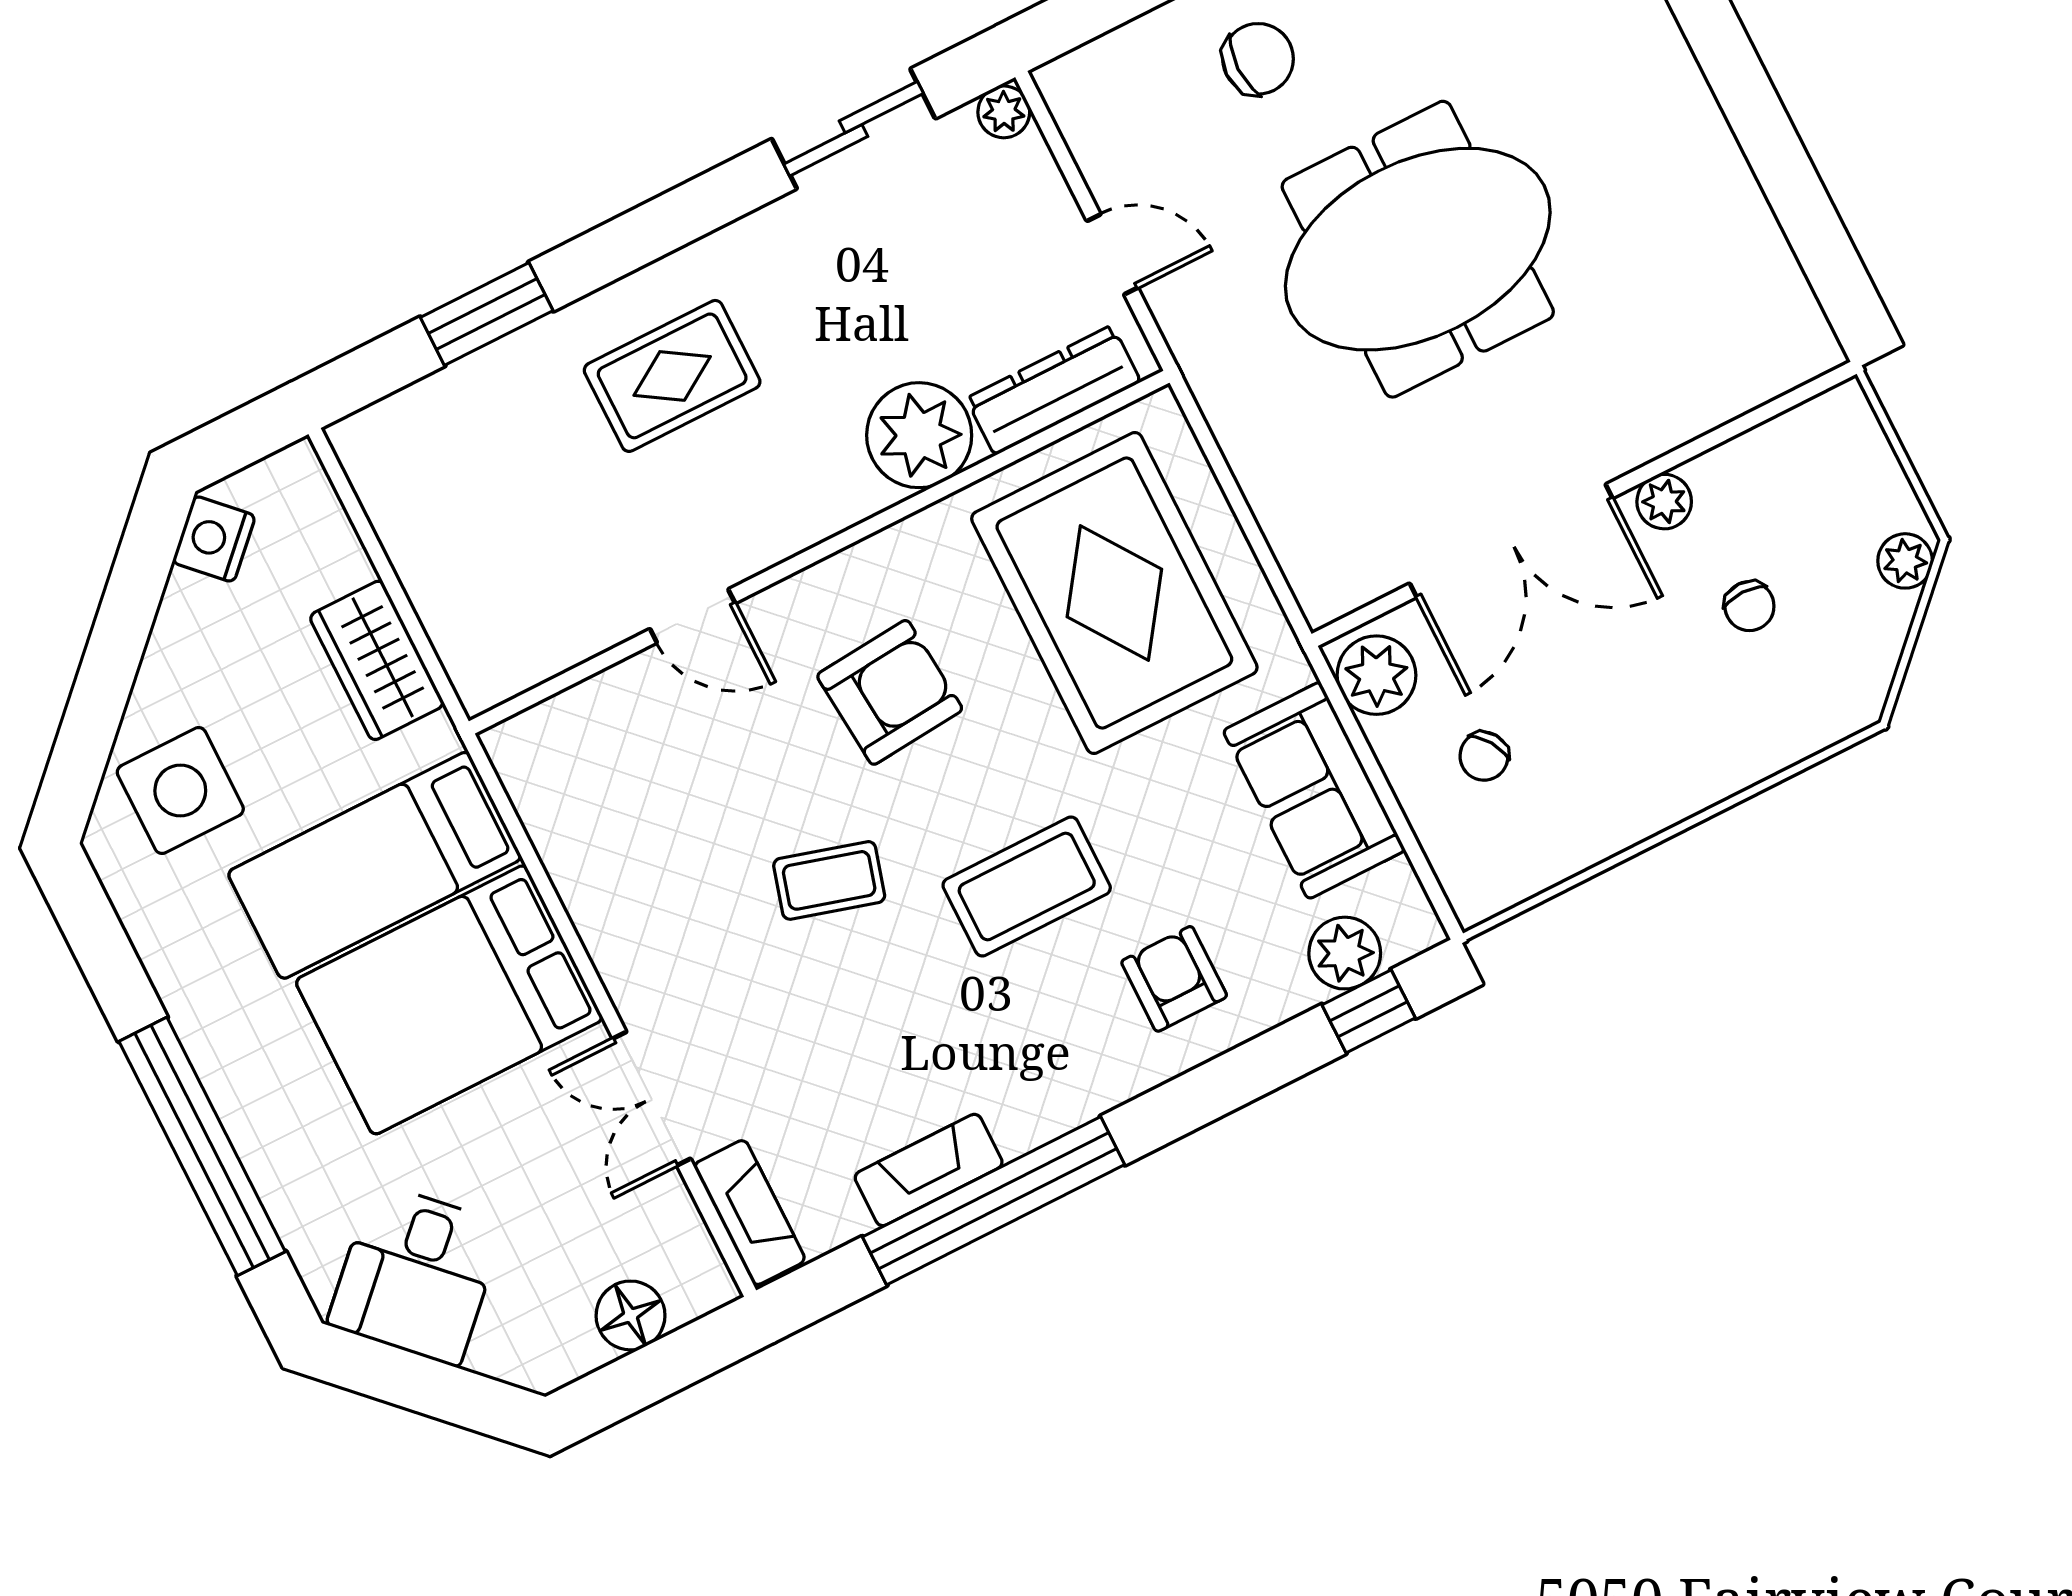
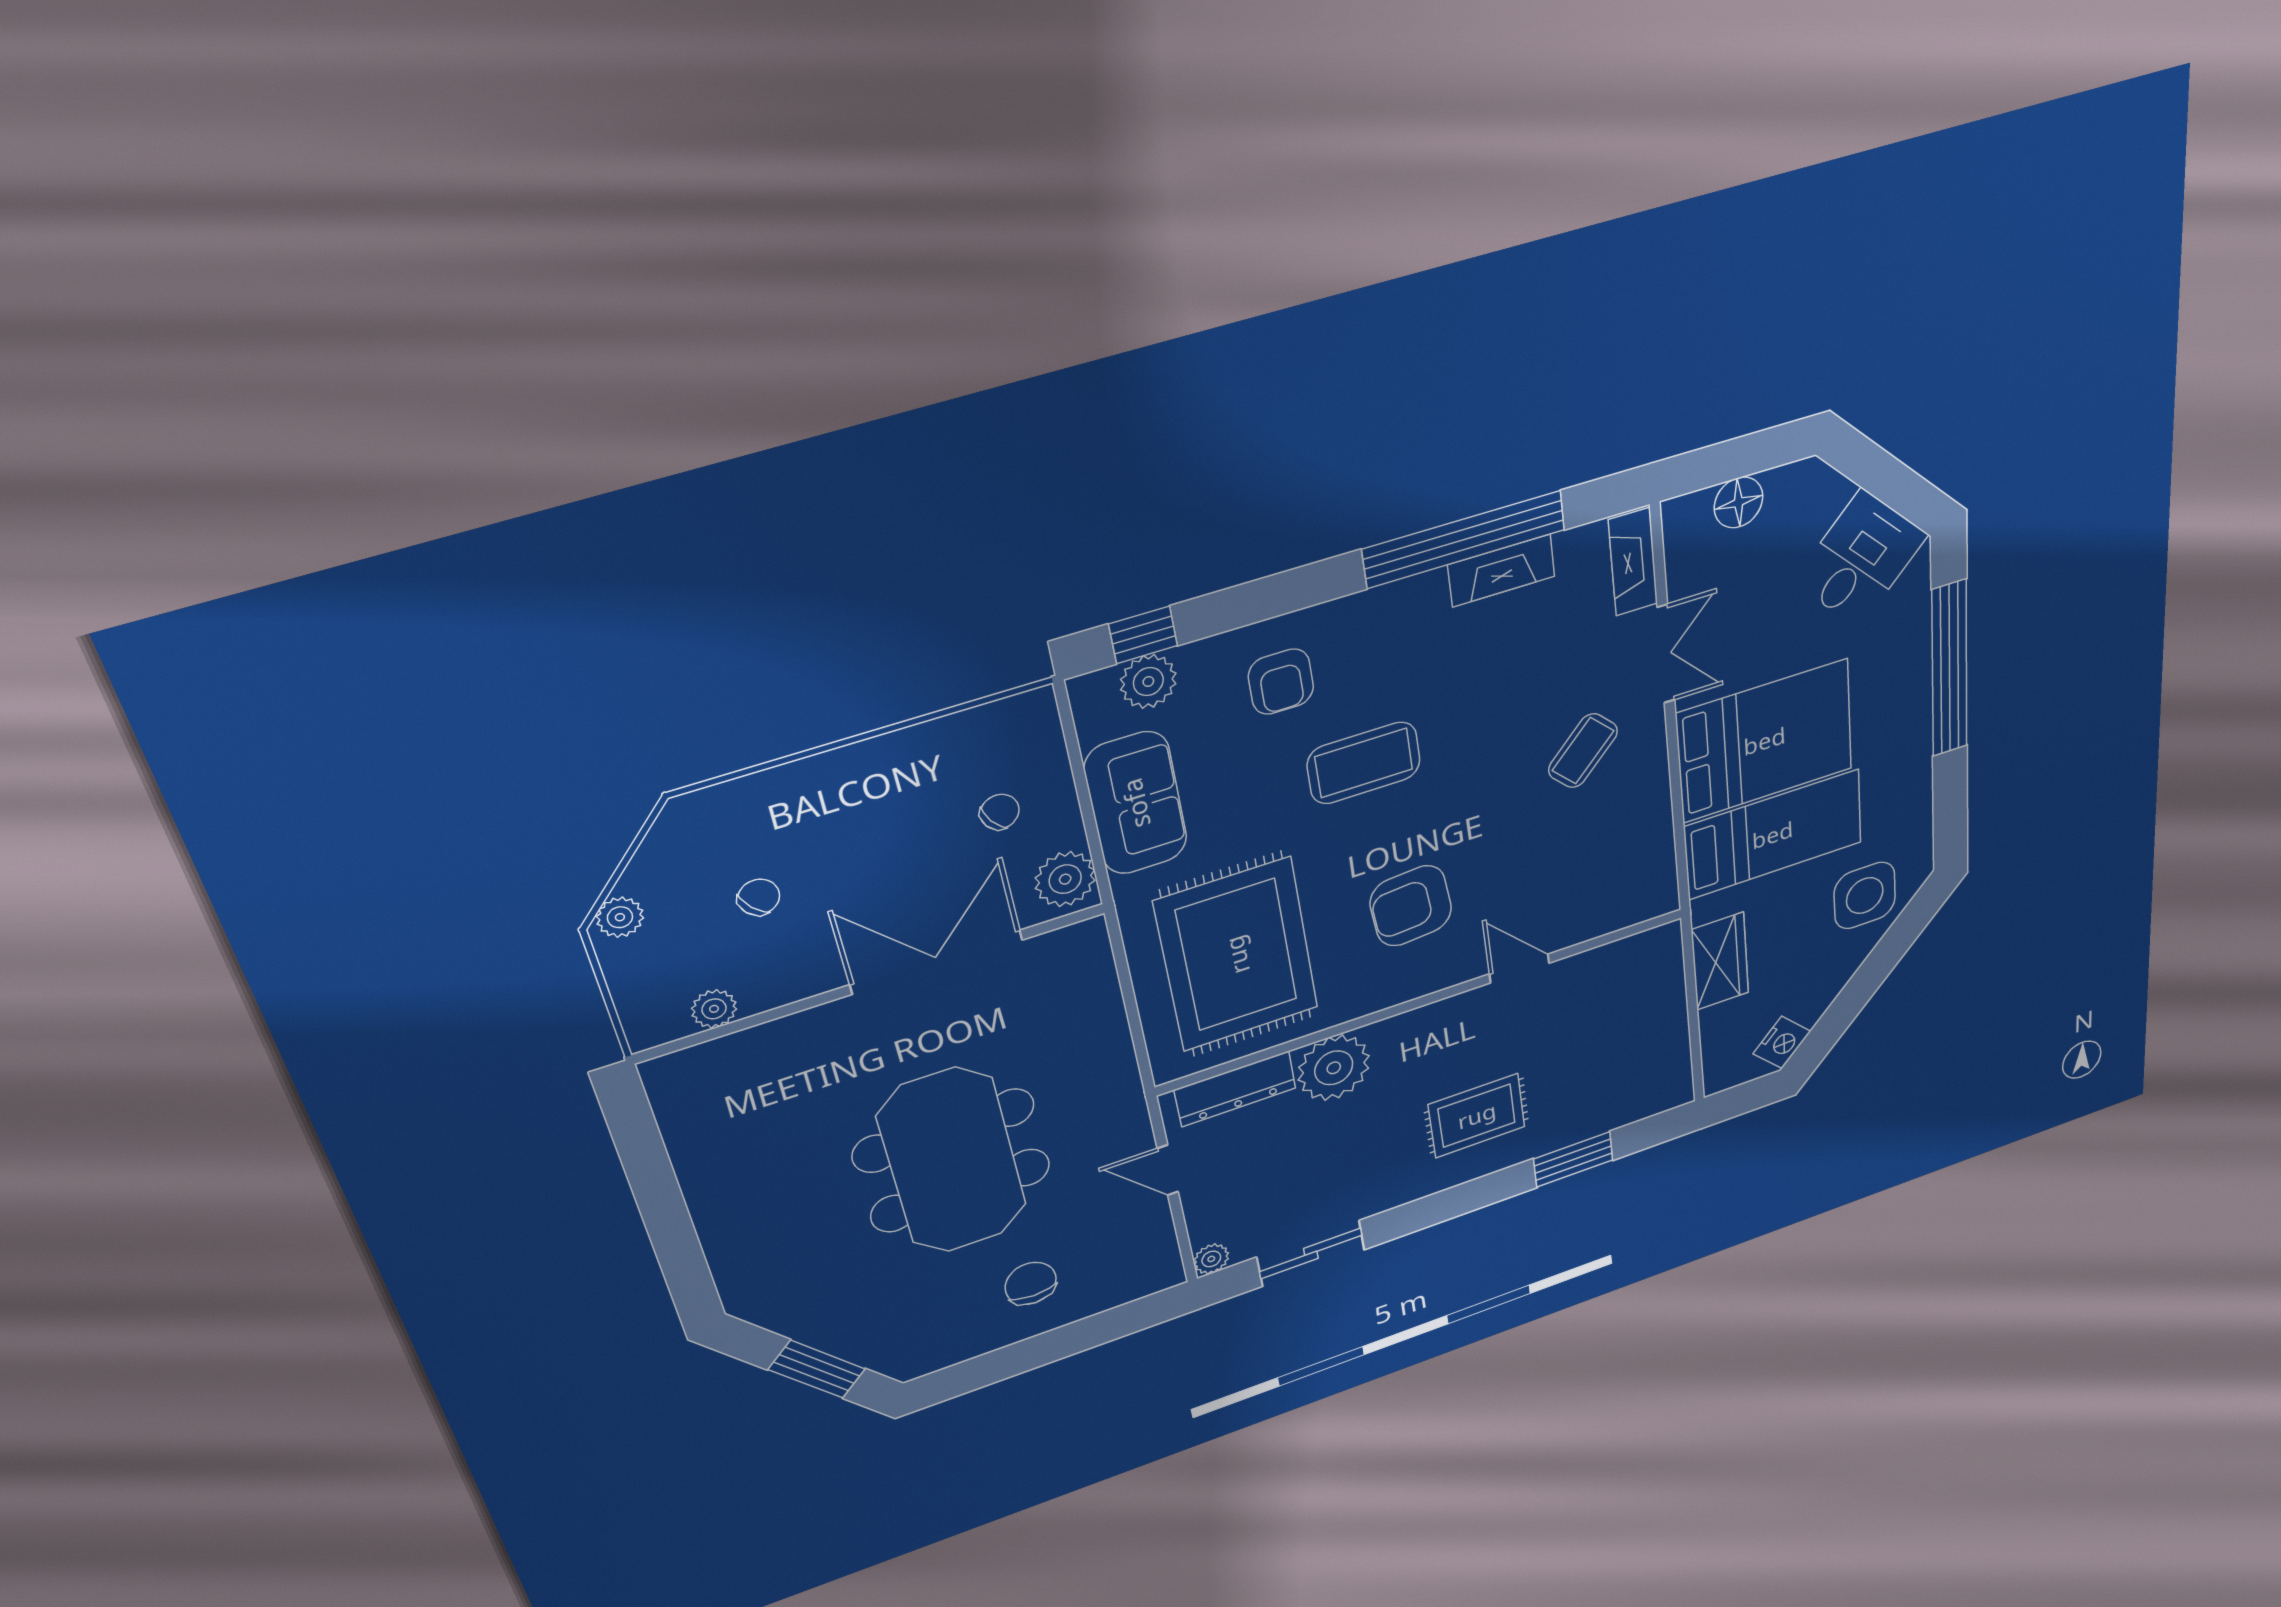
chair: (1258, 59) -> (1031, 1283), turned 90
meeting table: (1418, 249) -> (952, 1161), turned 90
plant: (1664, 502) -> (714, 1009), moved
chair: (1749, 606) -> (759, 897), turned 51
coffee table: (829, 880) -> (1583, 751), moved, turned -61

